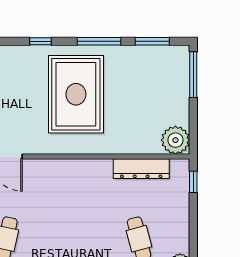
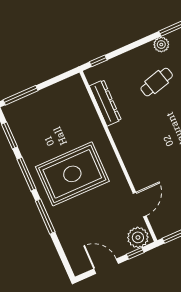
window: (40, 41) -> (45, 216), width x2.17
plant: (175, 140) -> (74, 87), removed

